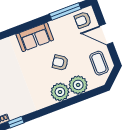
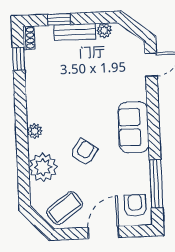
coffee table: (99, 63) -> (65, 208), turned -36
plant: (60, 92) -> (35, 131), width x0.53, depth x0.53

